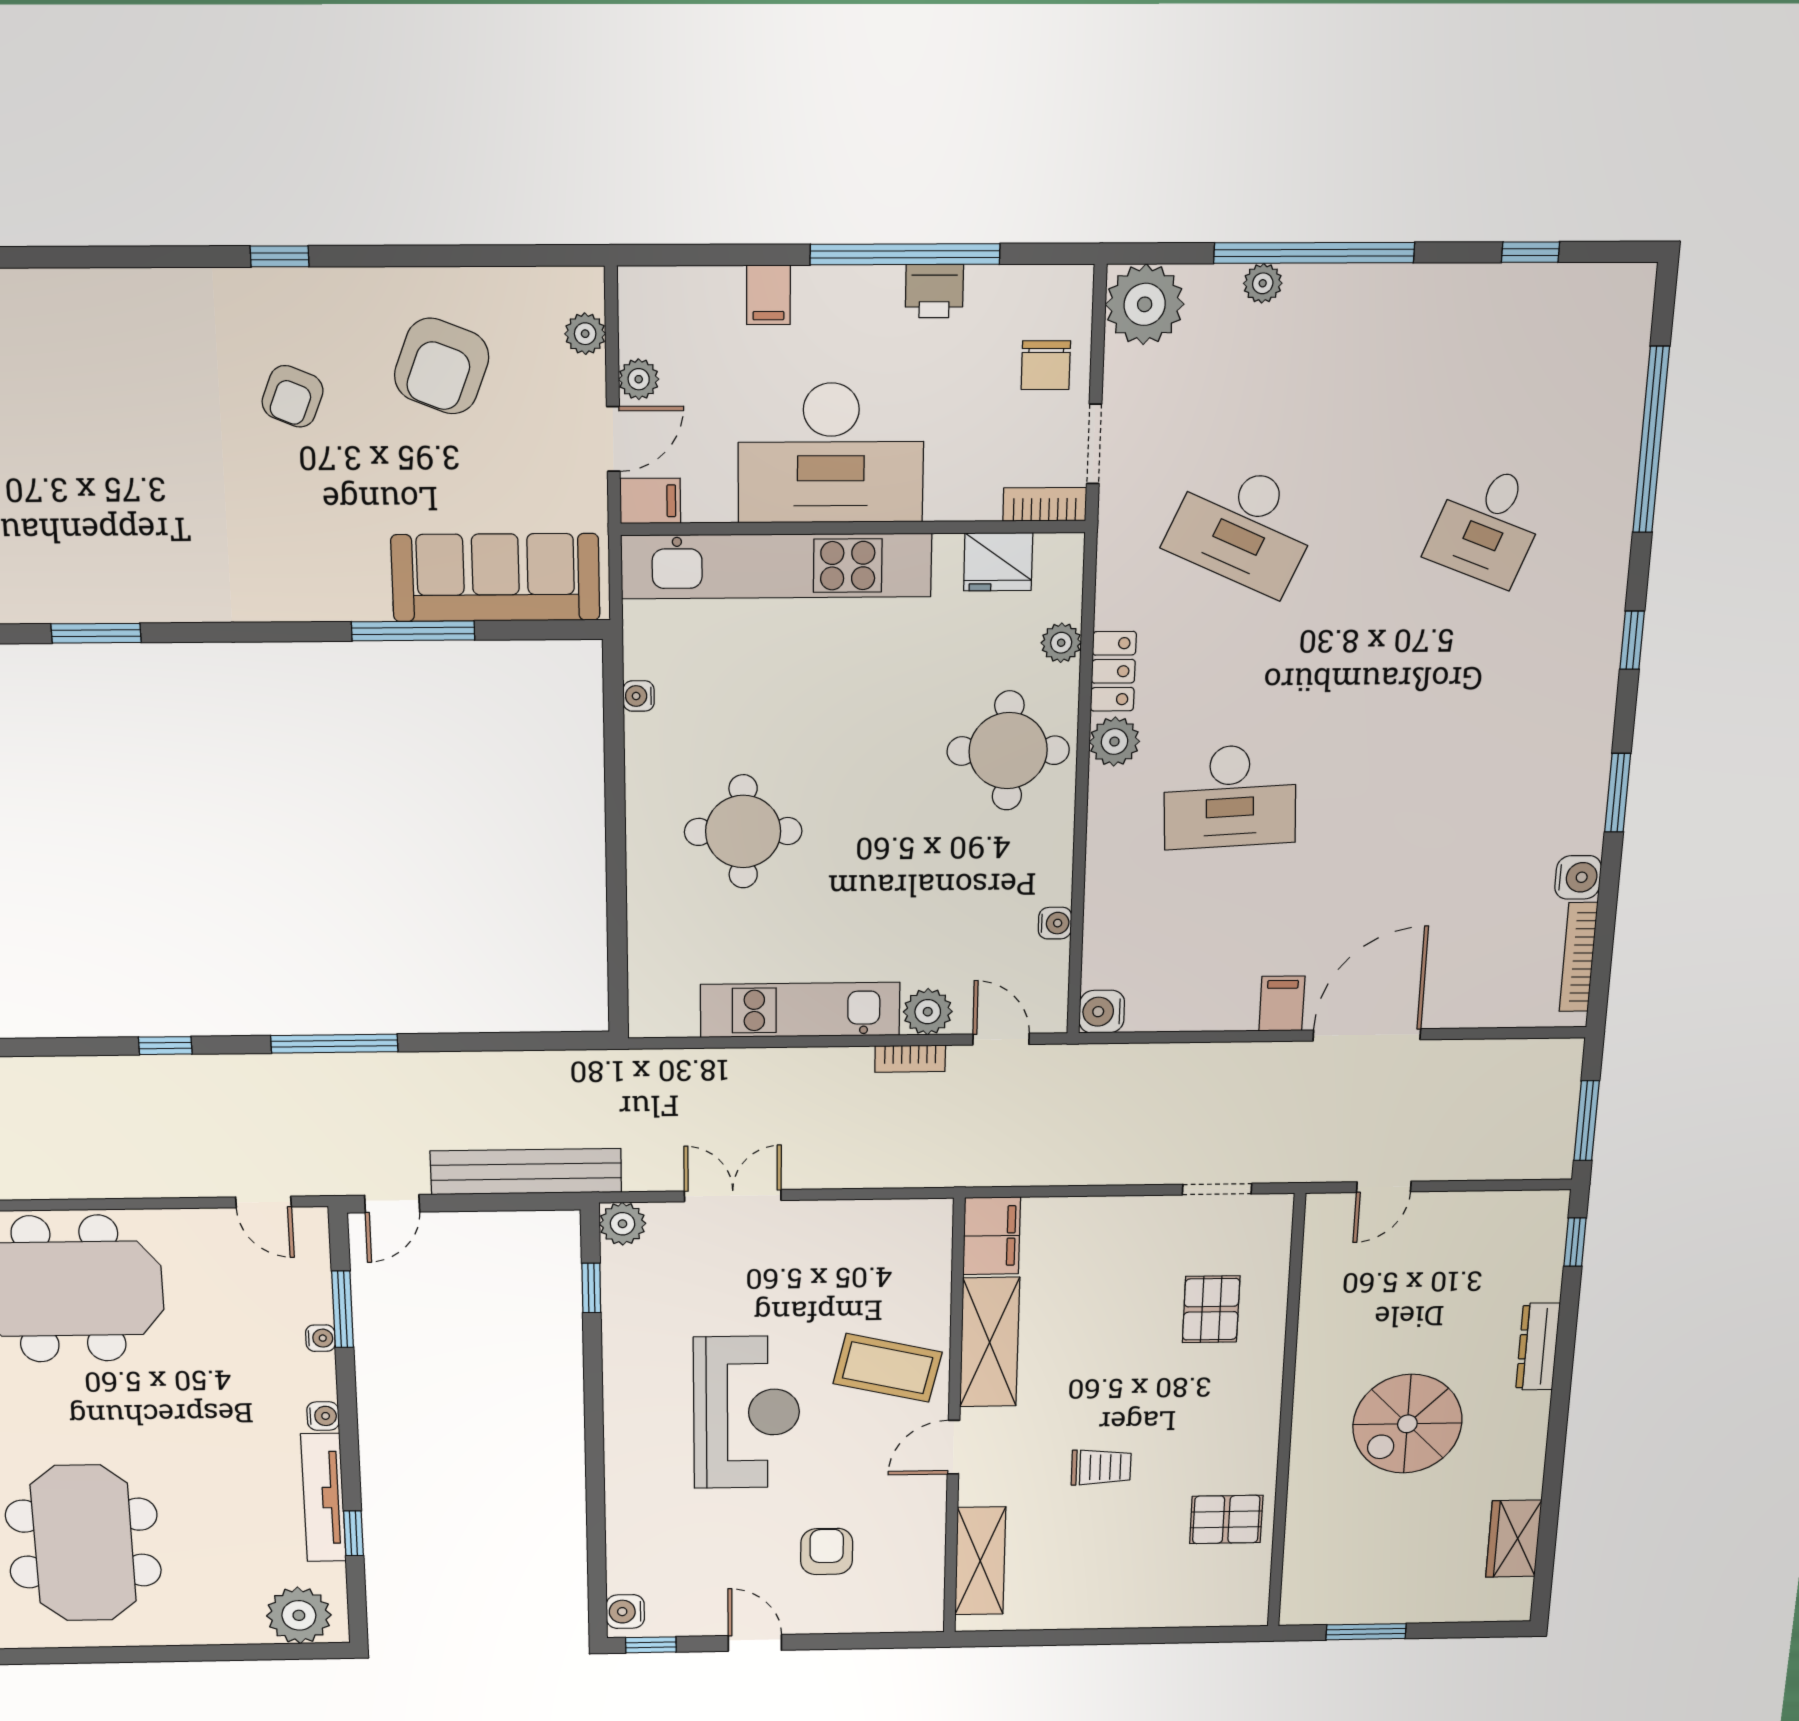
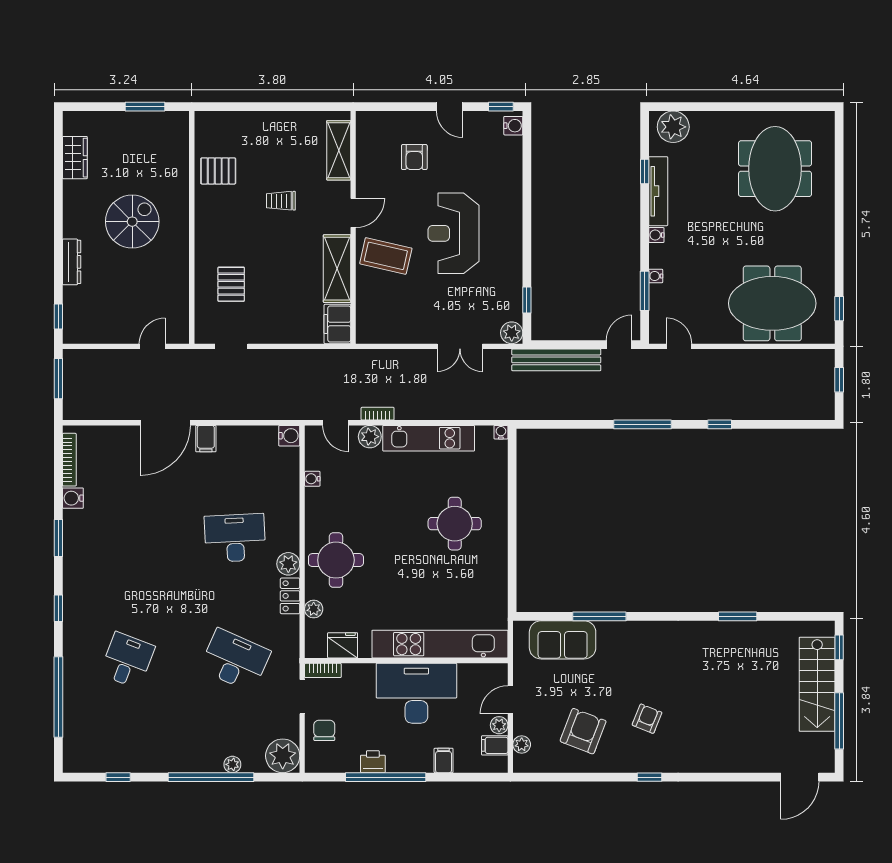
filing cabinet: (650, 501) -> (495, 745), moved
sofa: (496, 578) -> (563, 640), width x0.73
water cooler: (639, 696) -> (501, 432), moved, turned -90

